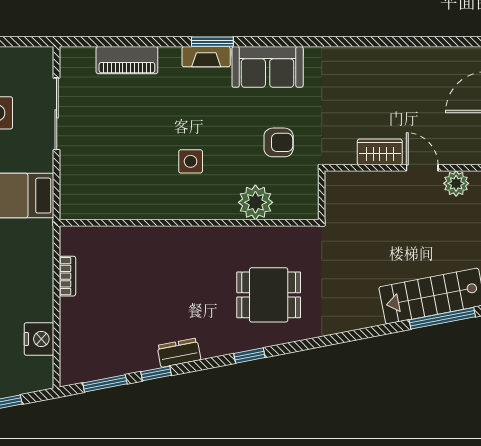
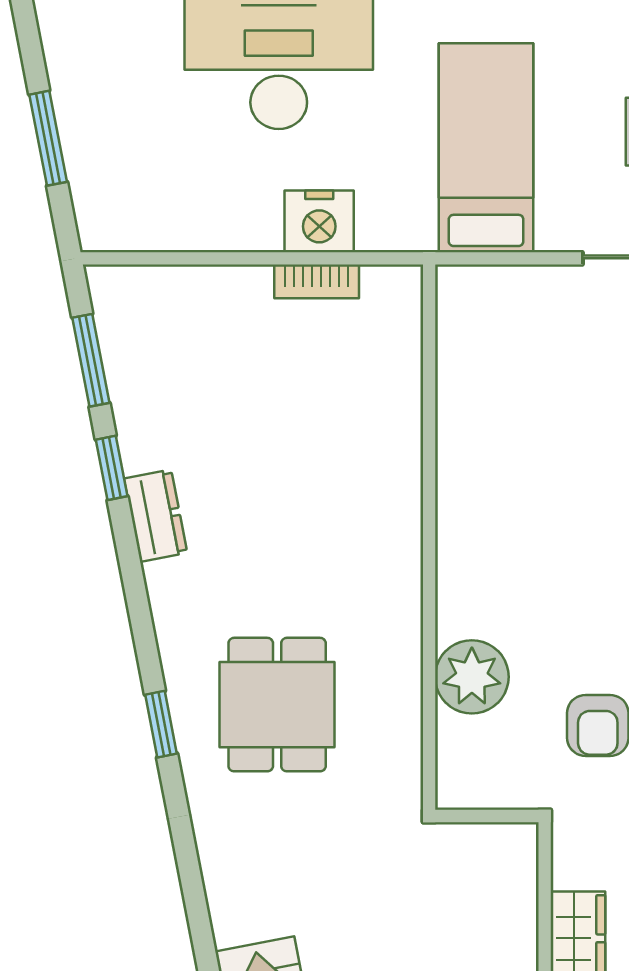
side table: (191, 161) -> (558, 540), removed
nightstand: (39, 339) -> (319, 221), moved
window: (249, 356) -> (161, 724), moved

